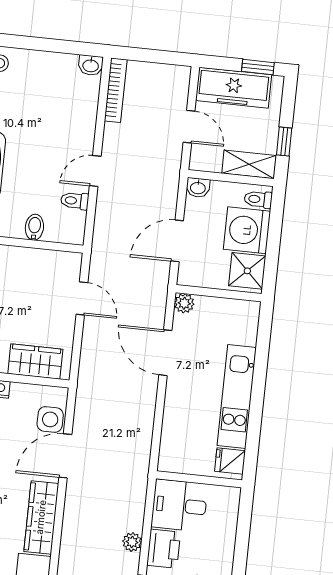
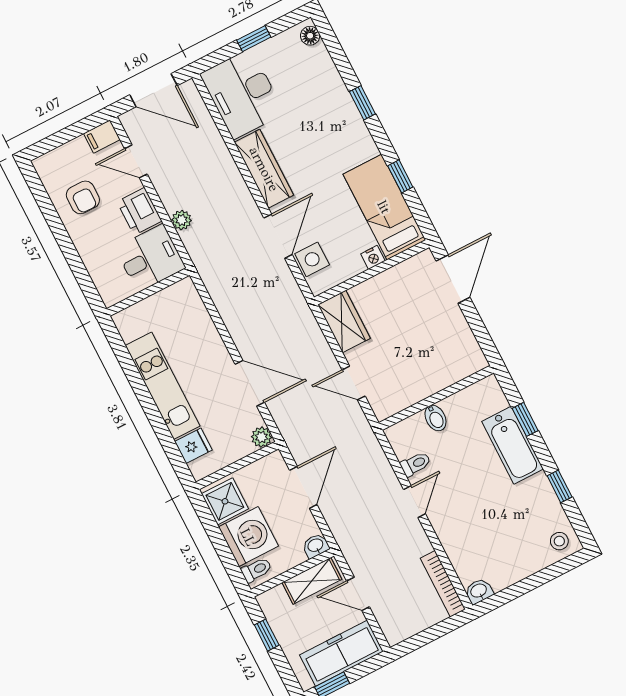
shelving: (249, 164) -> (312, 581), moved
wardrobe: (35, 361) -> (344, 321), moved, turned -90
fridge: (230, 461) -> (193, 446), moved
plant: (132, 542) -> (182, 220), moved

